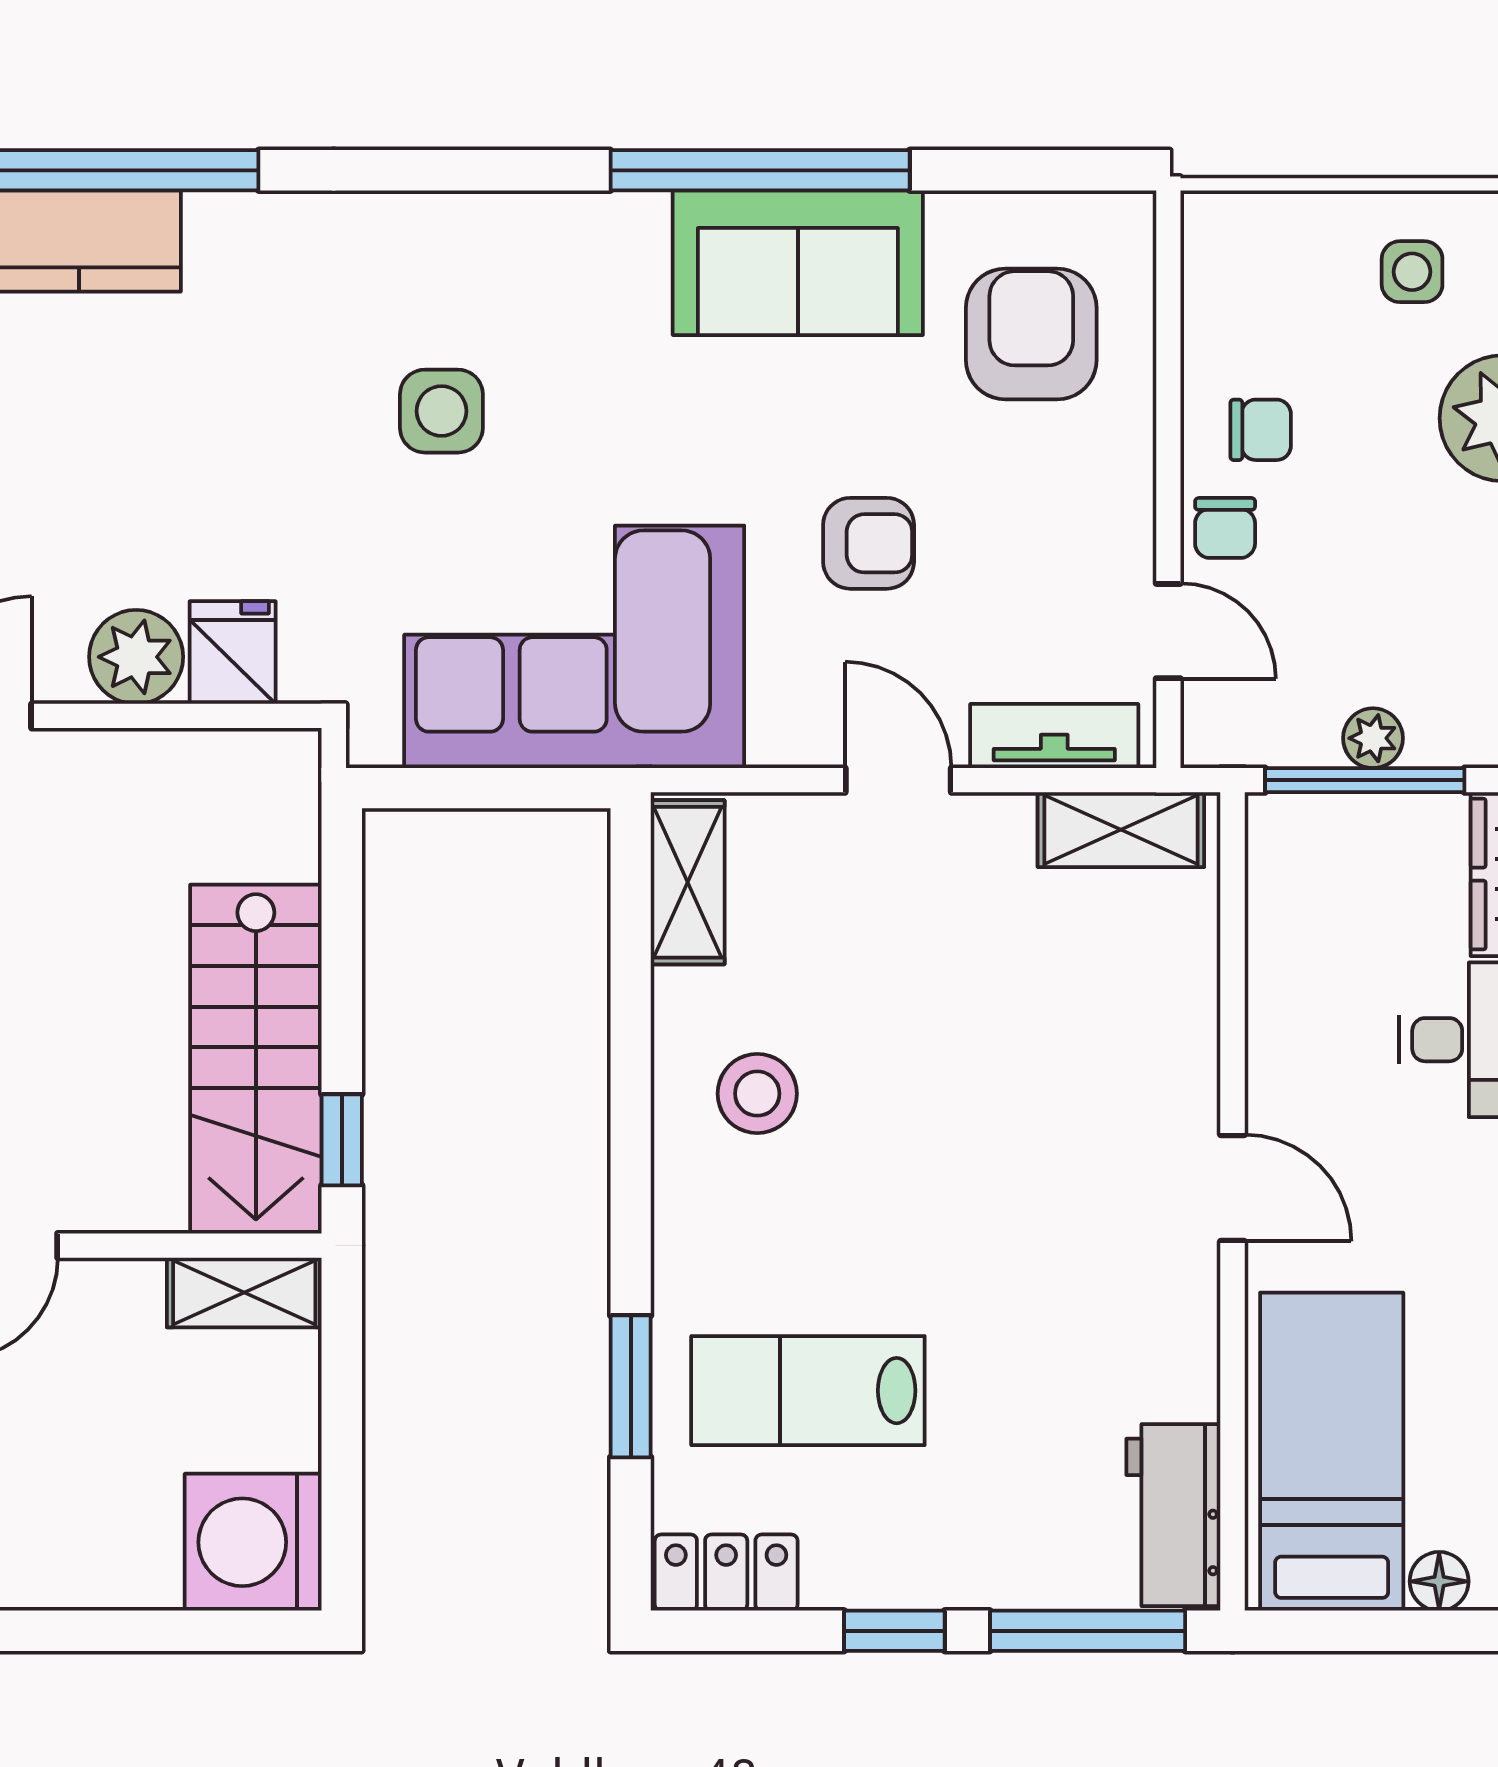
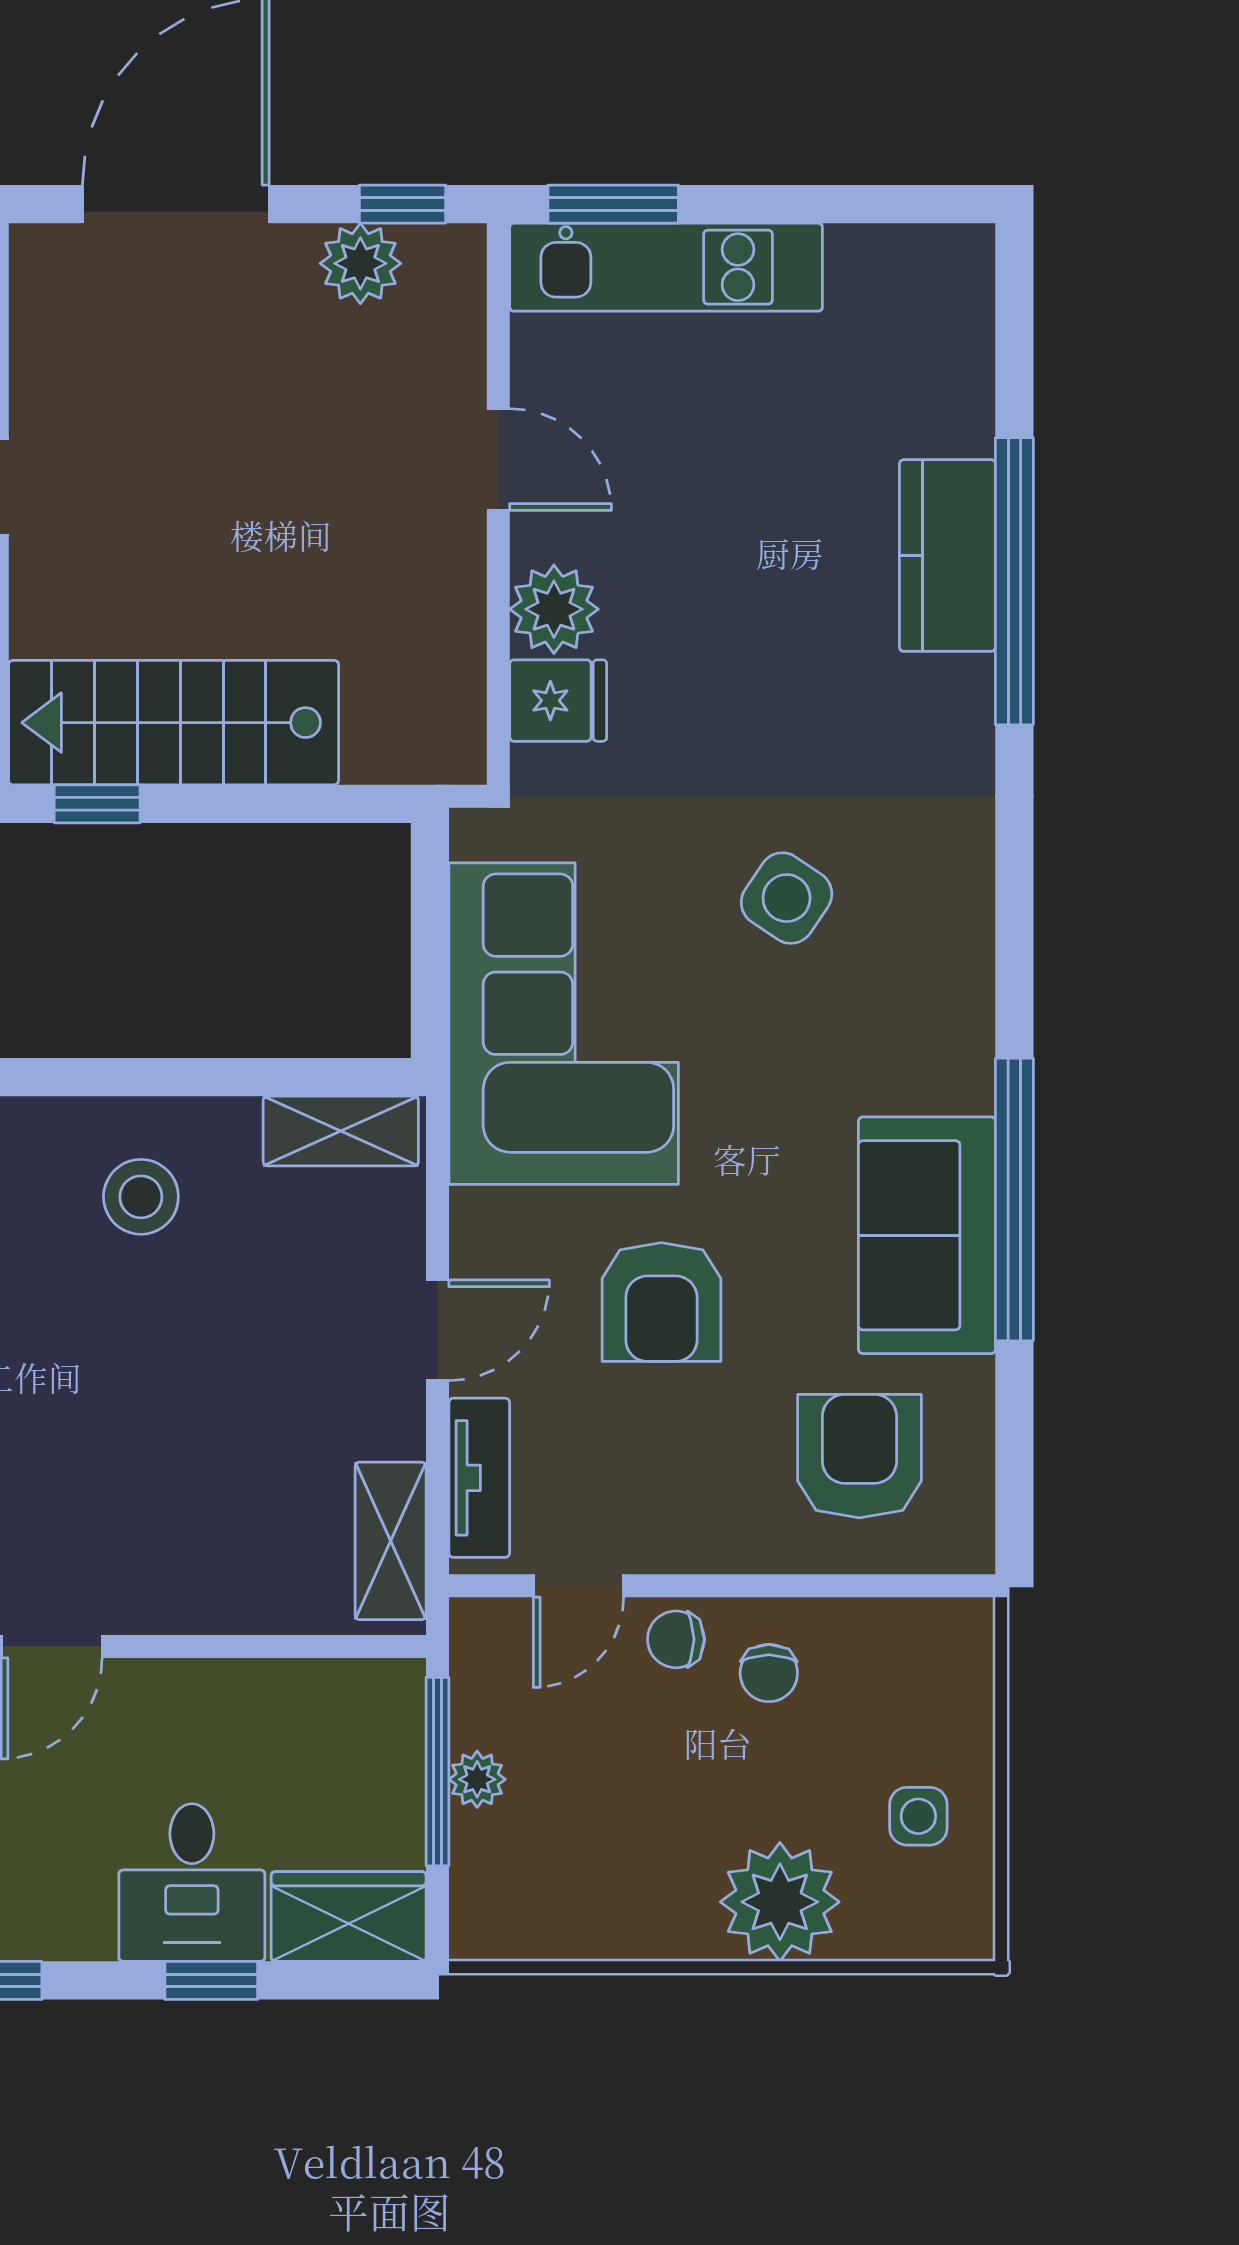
armchair: (1031, 334) -> (859, 1456), turned -90
side table: (441, 411) -> (787, 898), turned 34
armchair: (869, 543) -> (661, 1302), width x1.38, depth x1.38

